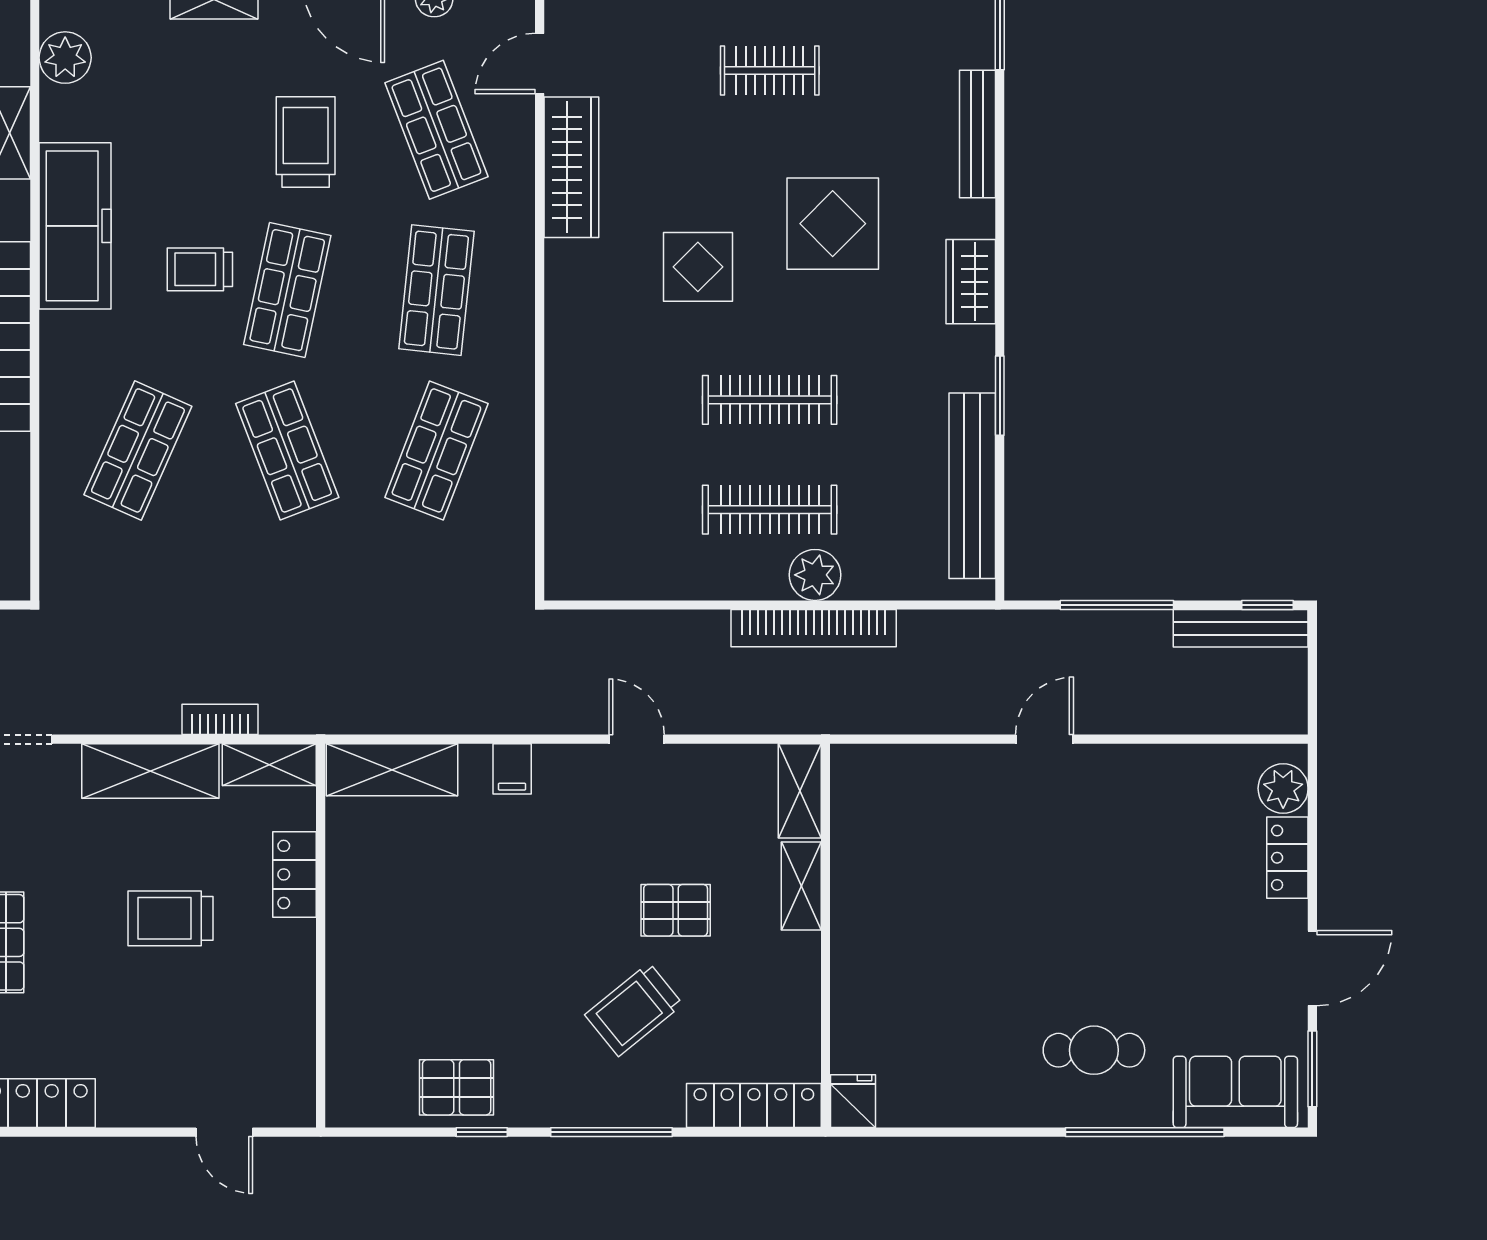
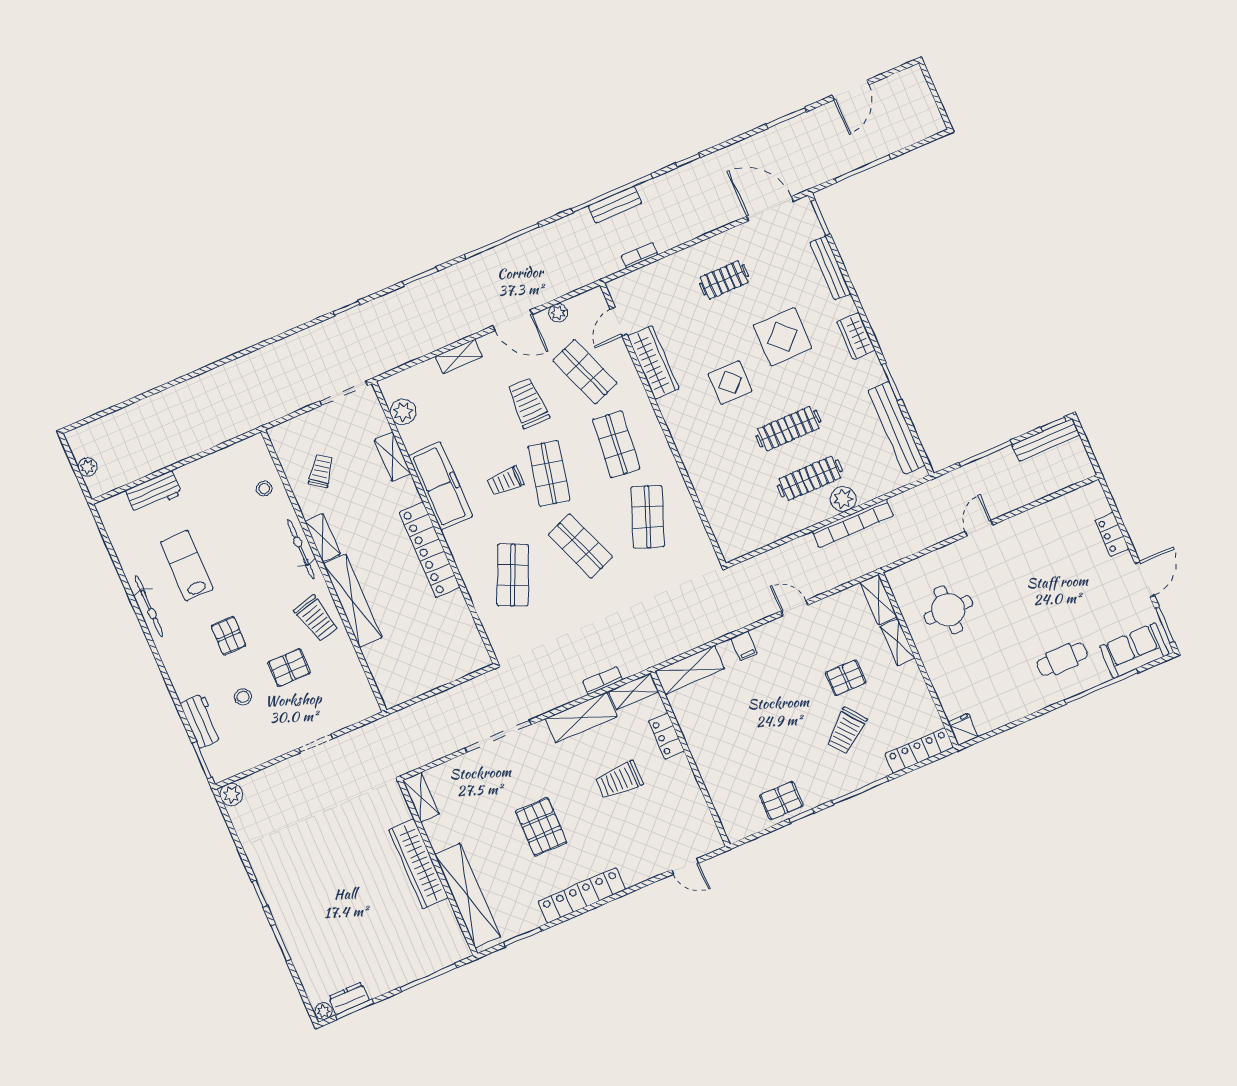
plant: (1283, 788) -> (1096, 504), removed
round table: (922, 867) -> (948, 610), added

